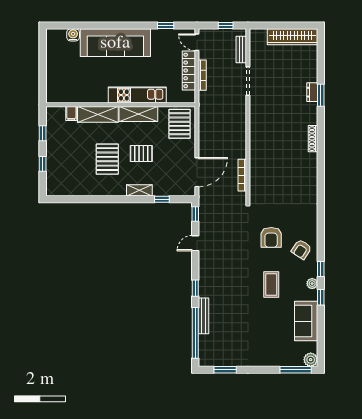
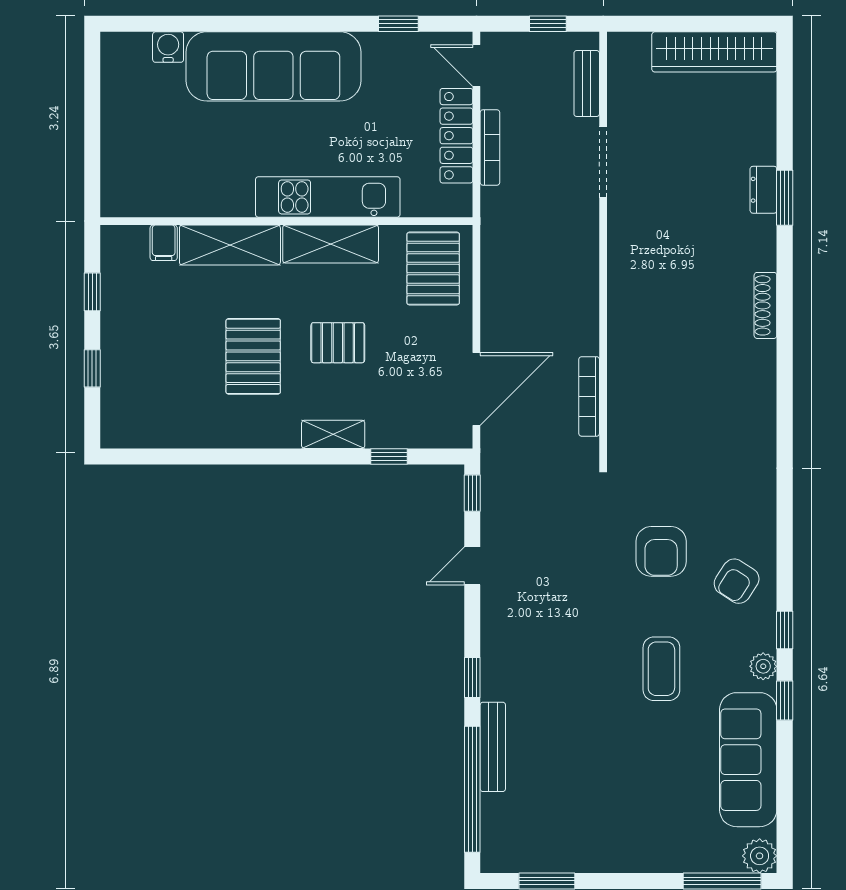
sofa: (306, 321) -> (748, 760), width x1.36

